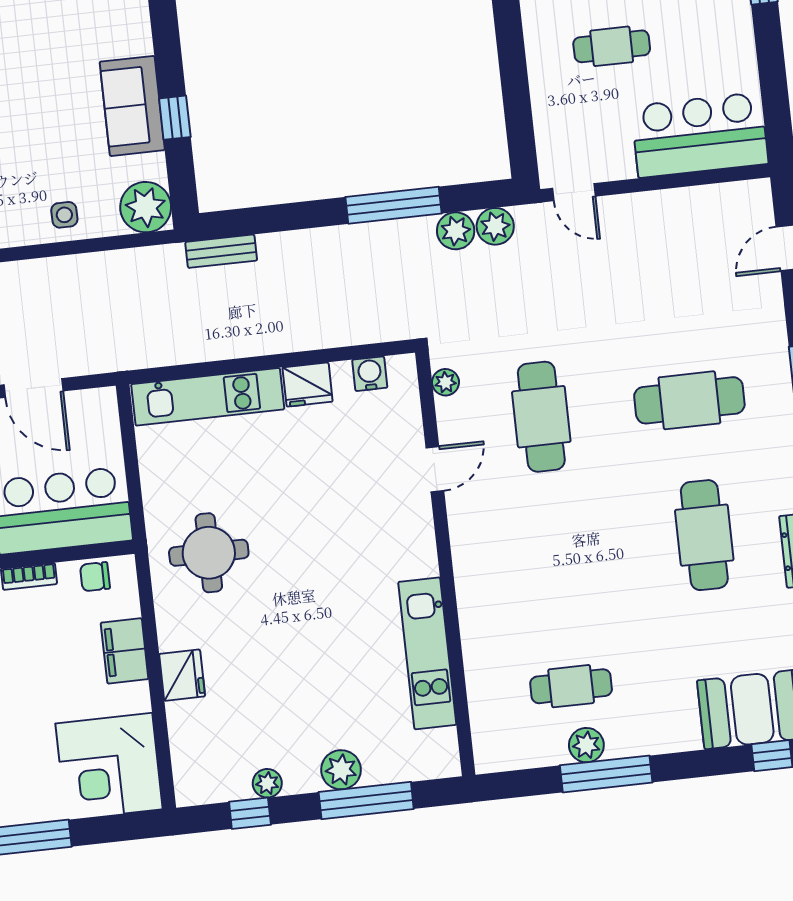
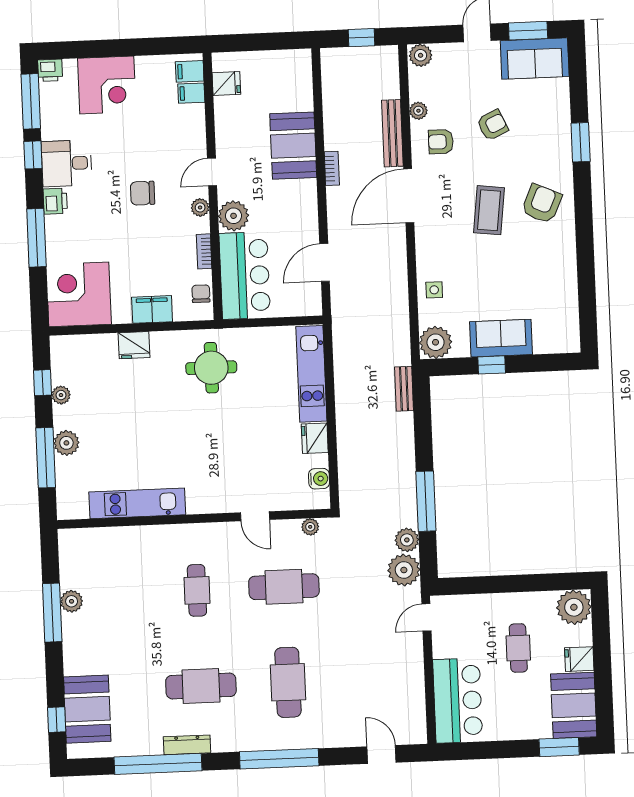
plant: (495, 226) -> (404, 570), width x1.36, depth x1.36
cafe table: (571, 686) -> (197, 590), moved

